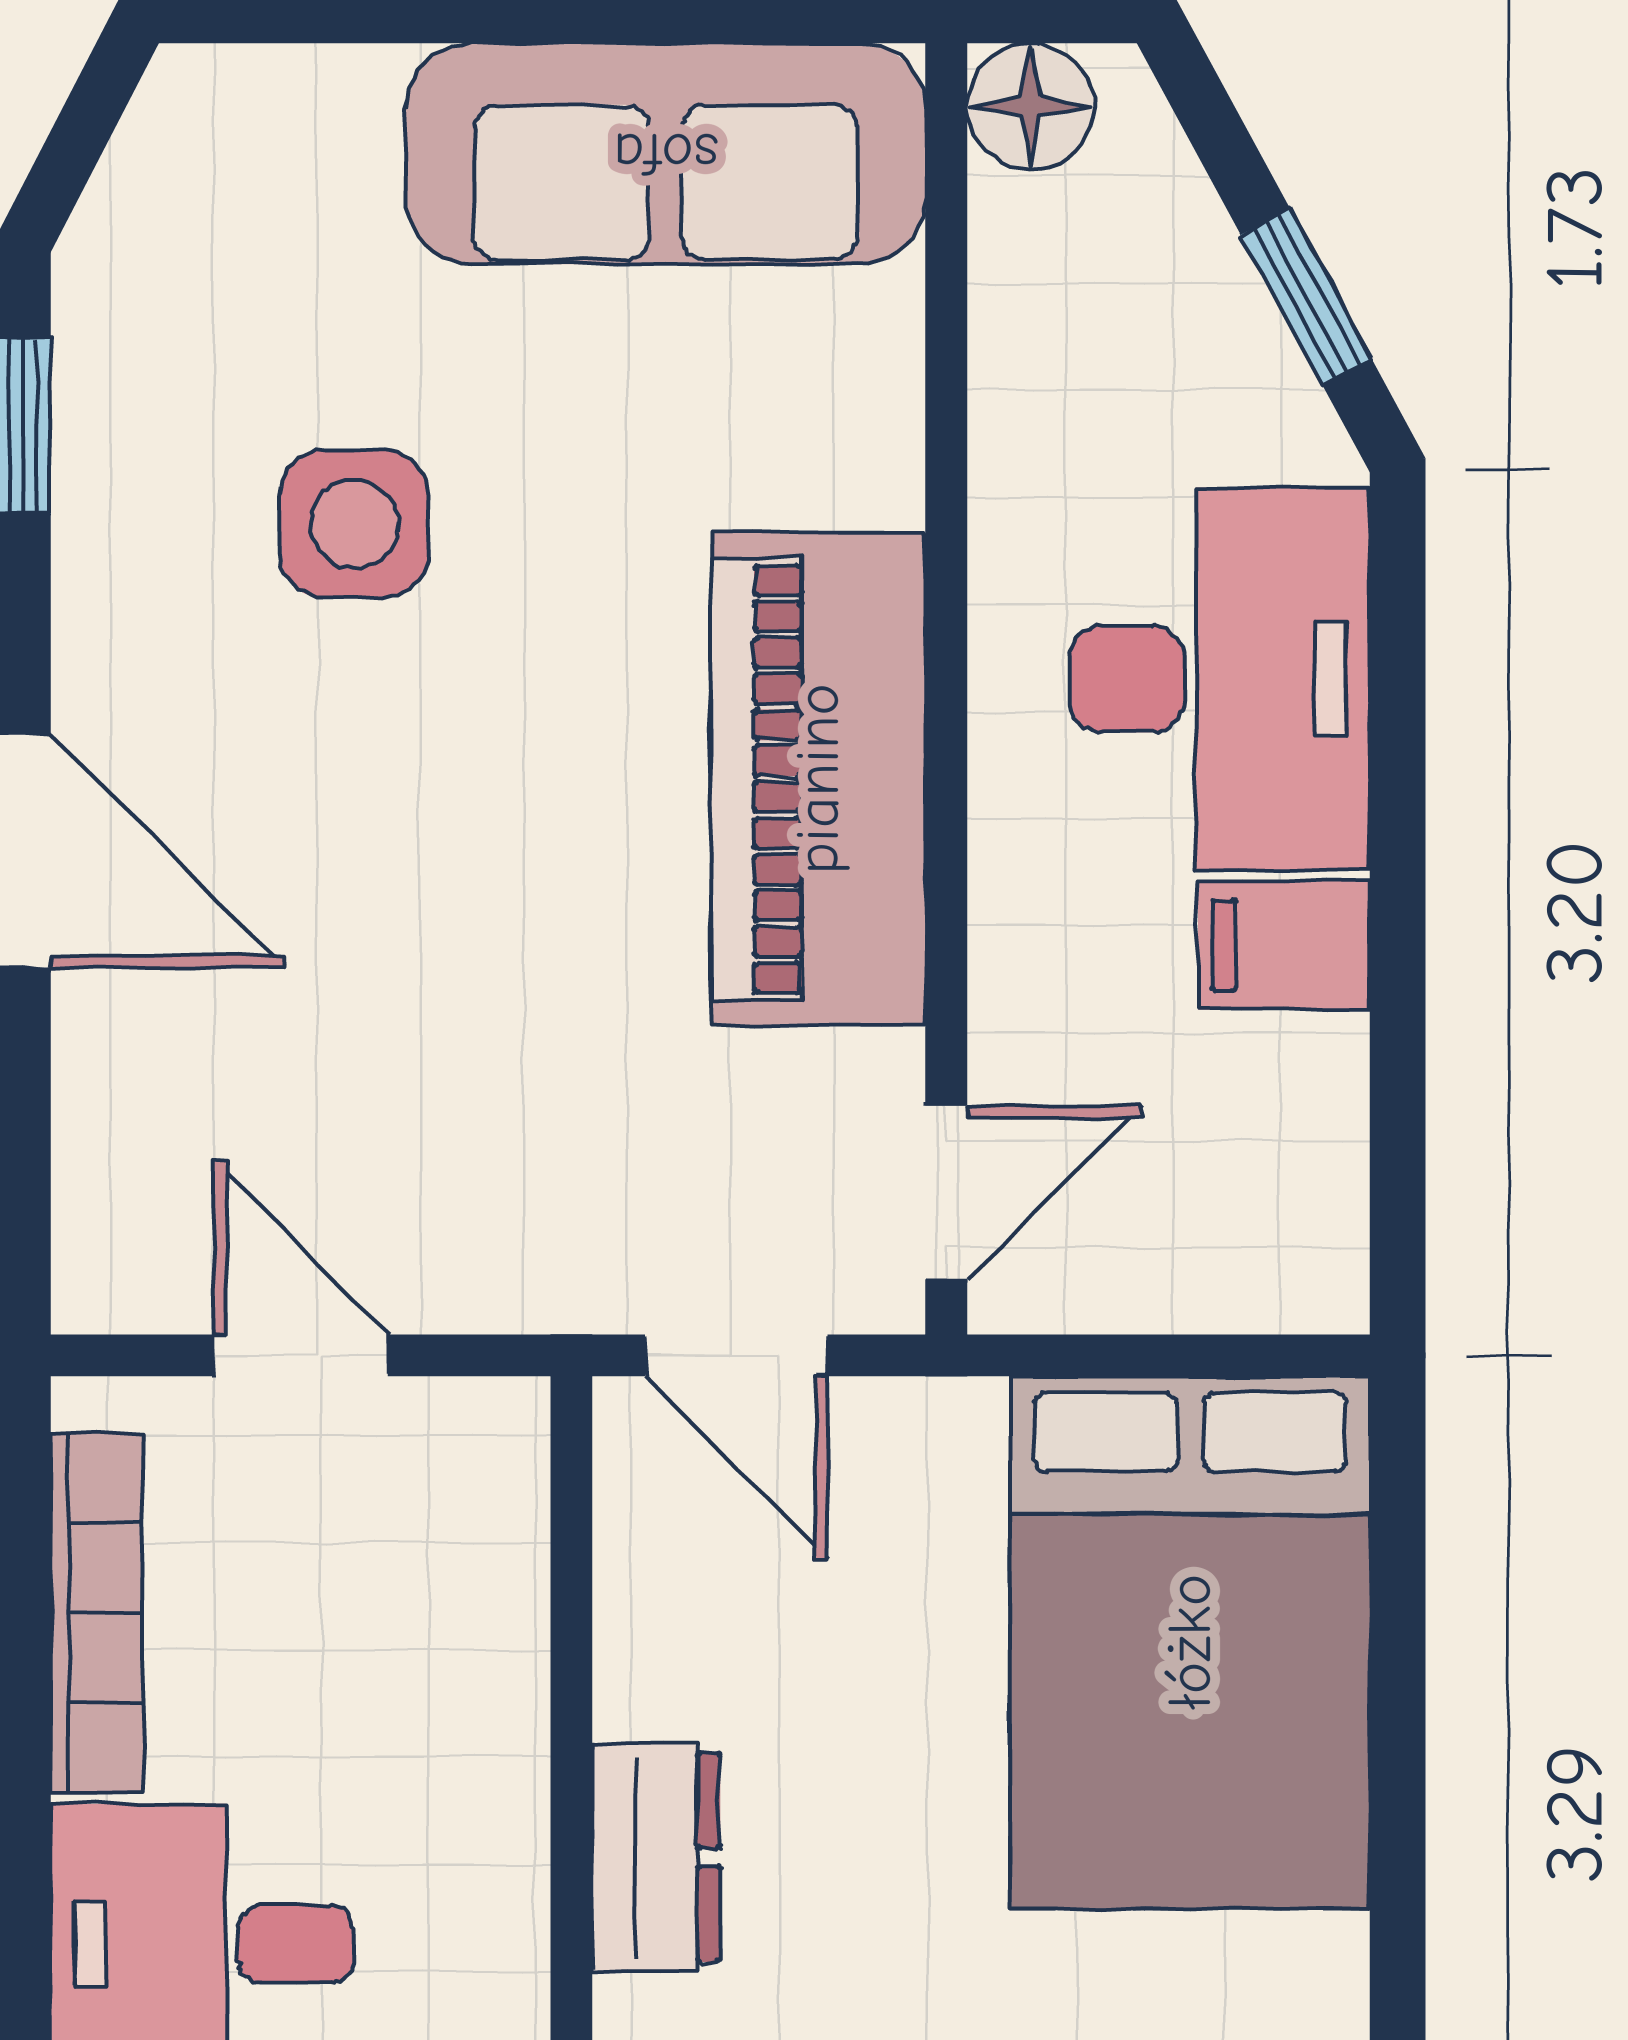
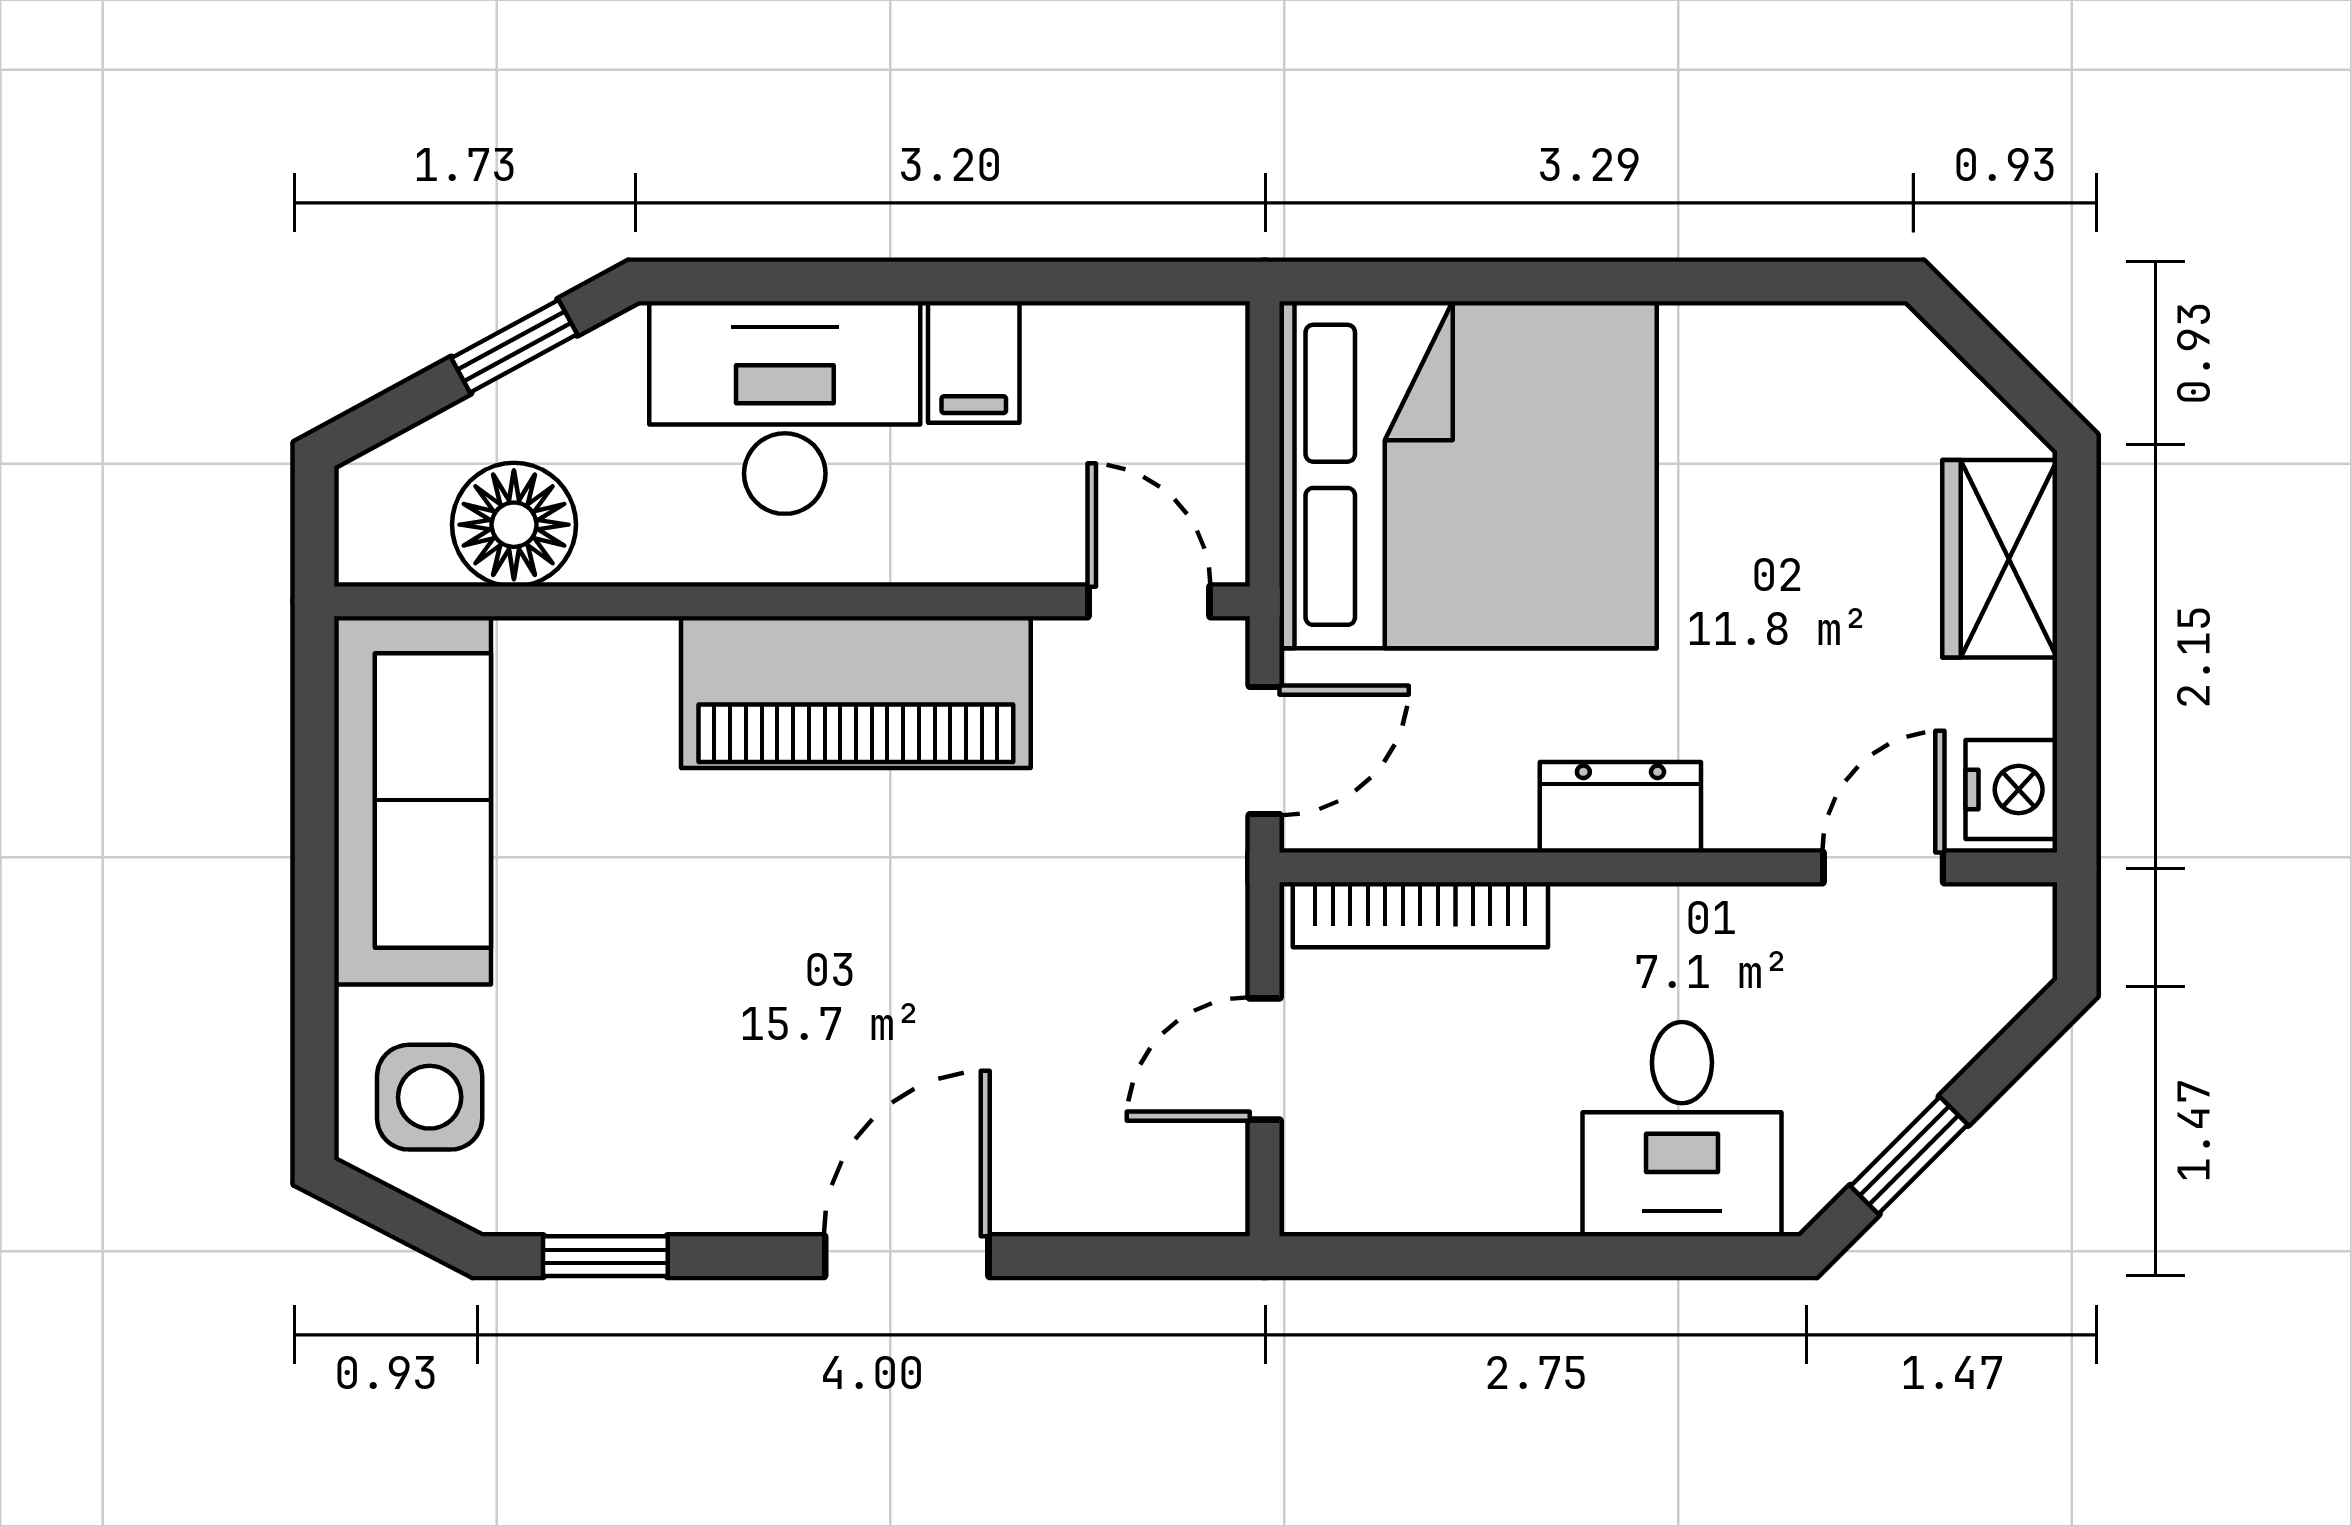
floor lamp: (1031, 107) -> (514, 525), moved, width x1.38, depth x1.38
side table: (354, 524) -> (430, 1097), moved
bookcase: (97, 1613) -> (1420, 915), moved, turned 180
bed: (1190, 1642) -> (1468, 475), width x1.36

